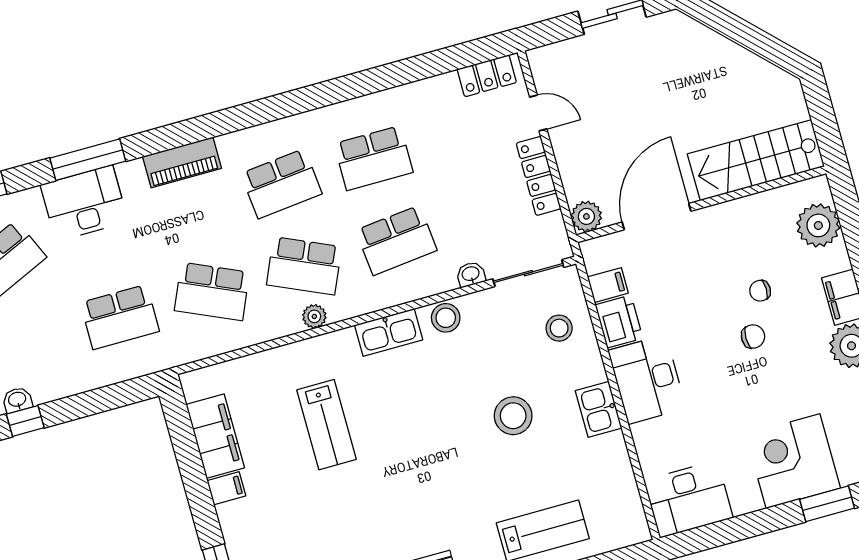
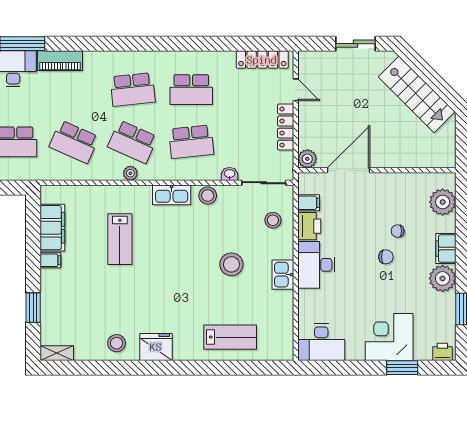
locker: (487, 76) -> (262, 60), width x1.53
stairs: (756, 160) -> (417, 94), moved, turned -135
piano: (182, 162) -> (60, 61), moved

